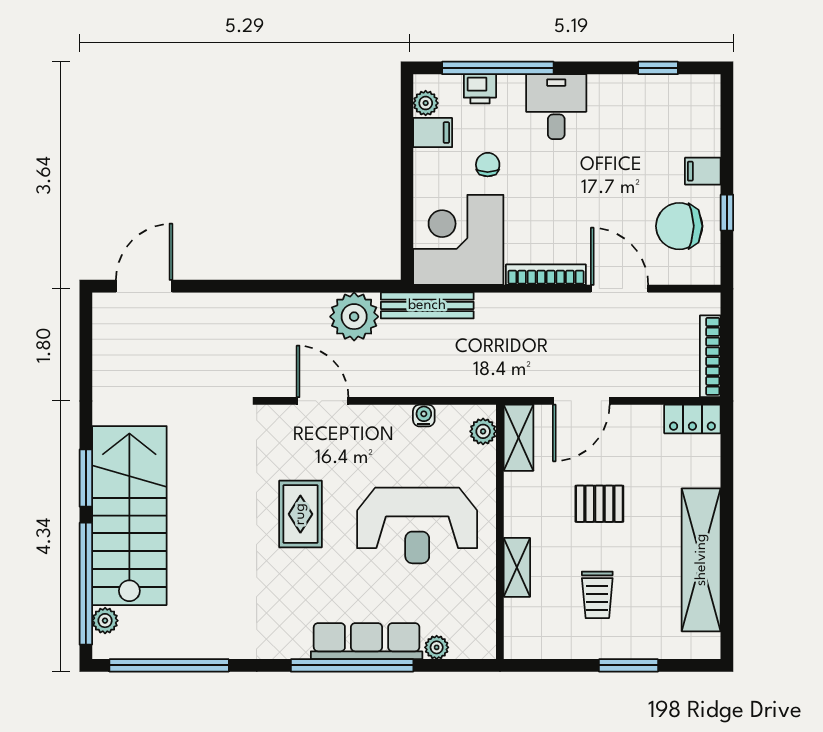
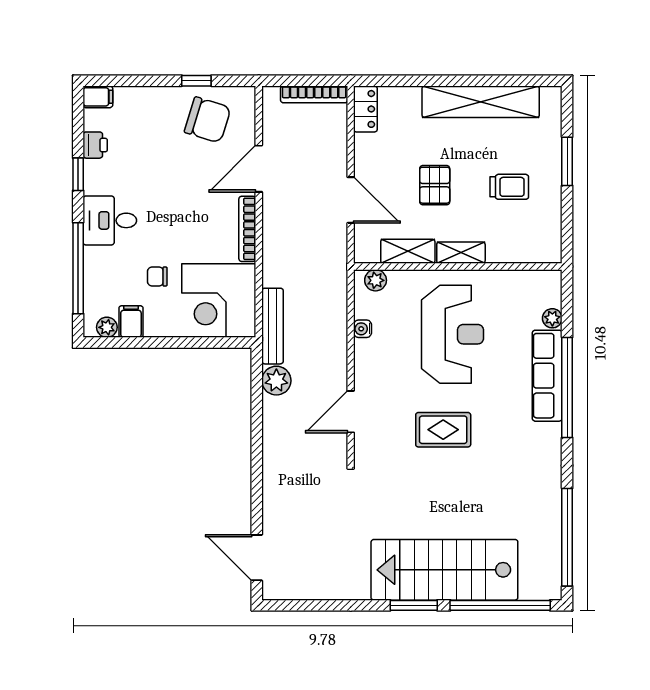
window: (658, 68) -> (78, 174), moved
printer: (480, 89) -> (95, 145), moved
filing cabinet: (703, 171) -> (98, 97), moved, turned -90
chair: (679, 226) -> (208, 120), turned -73
plant: (354, 317) -> (276, 381), width x0.73, depth x0.73
shelving: (519, 438) -> (408, 251), moved
shelving: (517, 567) -> (461, 253), moved
plant: (105, 621) -> (530, 590), removed

